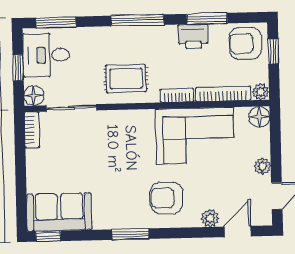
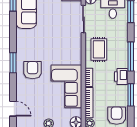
printer: (193, 36) -> (121, 77), moved
plant: (210, 218) -> (21, 94), removed
window: (130, 234) -> (13, 63), moved

